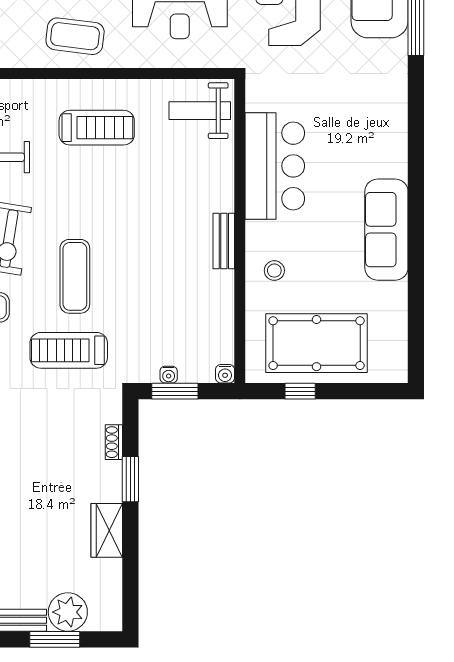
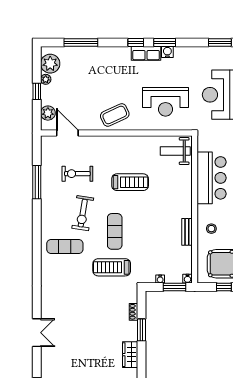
coffee table: (75, 36) -> (115, 115), turned -32
treadmill: (97, 128) -> (130, 182), moved
bench: (224, 241) -> (187, 232), moved
window: (175, 391) -> (175, 287), moved

